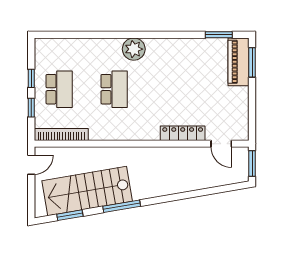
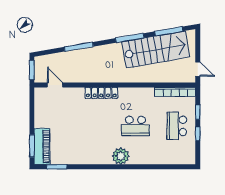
school desk: (114, 89) -> (135, 126), turned -90
locker: (183, 133) -> (101, 93), moved
door: (31, 165) -> (198, 69), swing flipped
window: (190, 195) -> (79, 47), added
window: (70, 215) -> (169, 31), width x1.44

